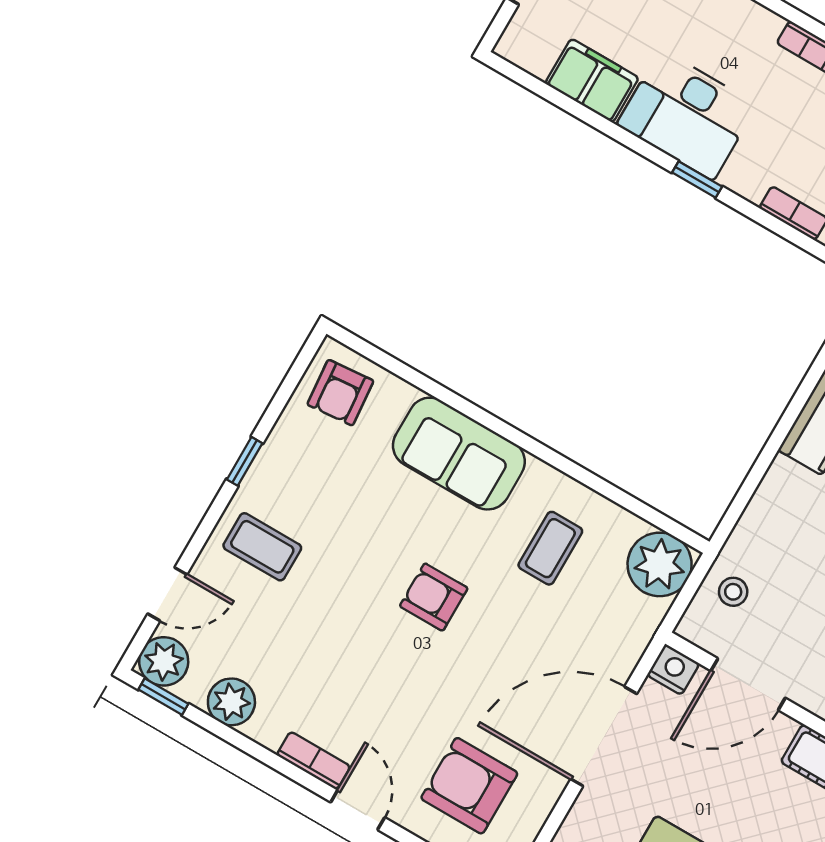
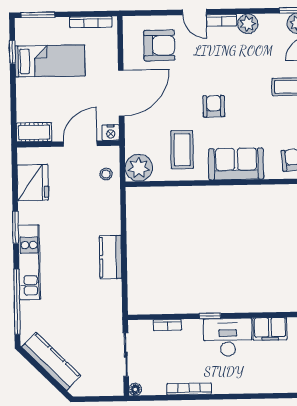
coffee table: (550, 548) -> (182, 150), width x1.36, depth x1.30
armchair: (434, 597) -> (214, 106), turned -90
plant: (231, 702) -> (248, 24), moved

